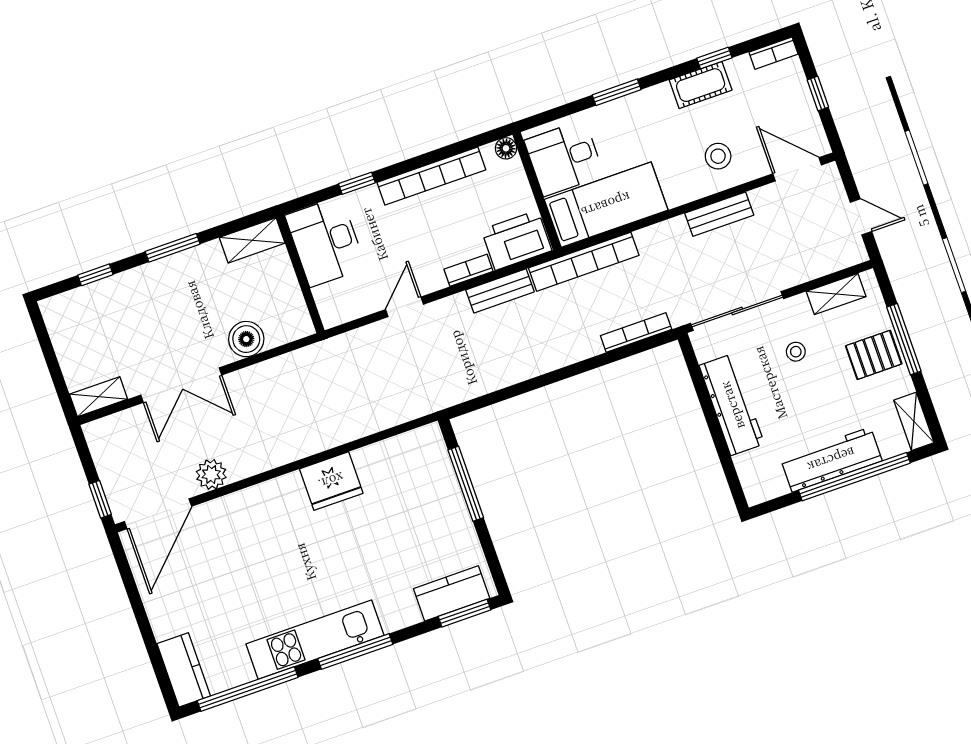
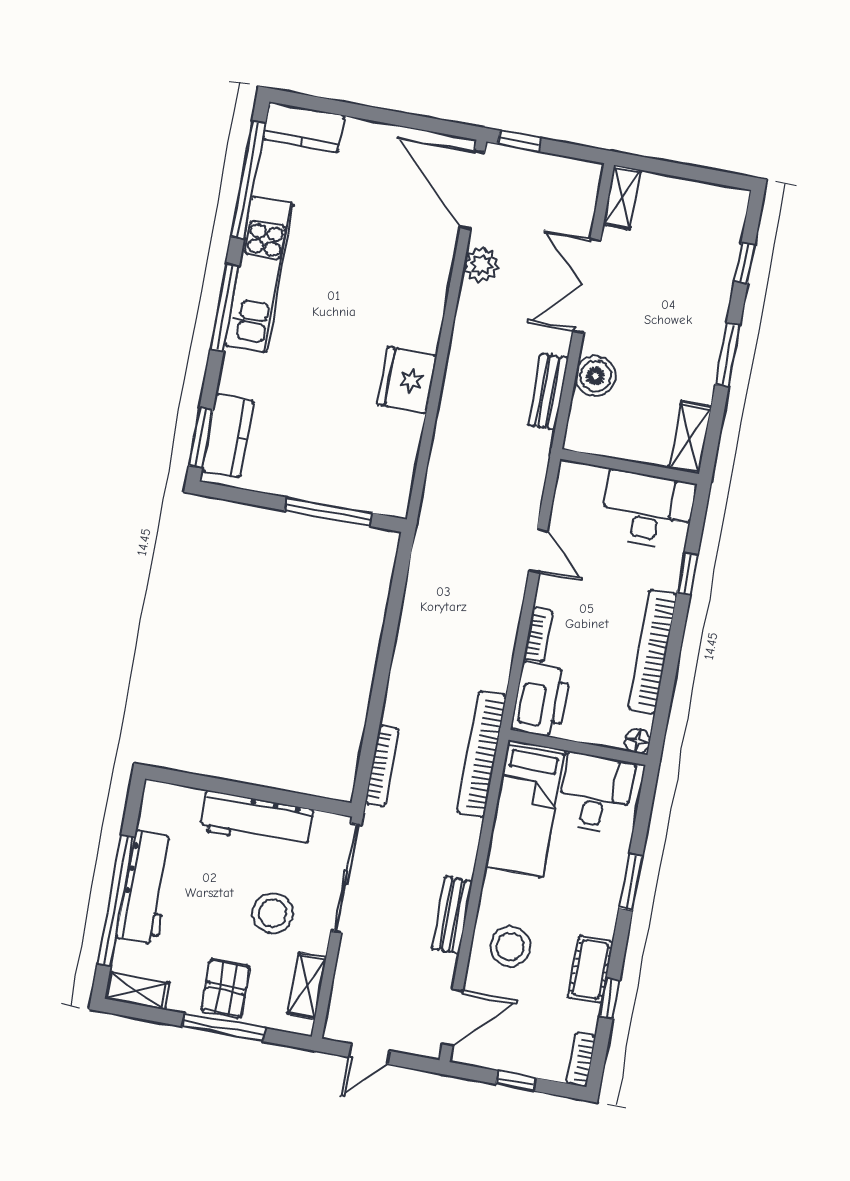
stool: (718, 156) -> (510, 947), width x1.38, depth x1.38
bench: (500, 291) -> (548, 392), moved
stool: (796, 352) -> (273, 913), width x1.89, depth x1.89

